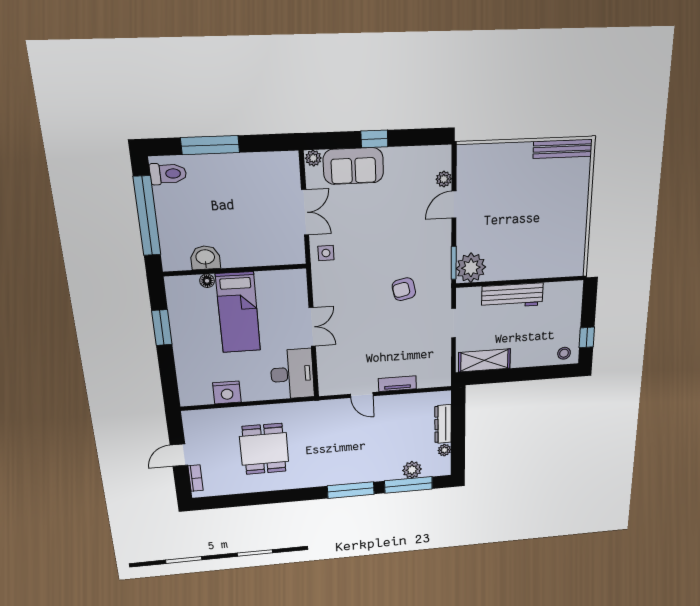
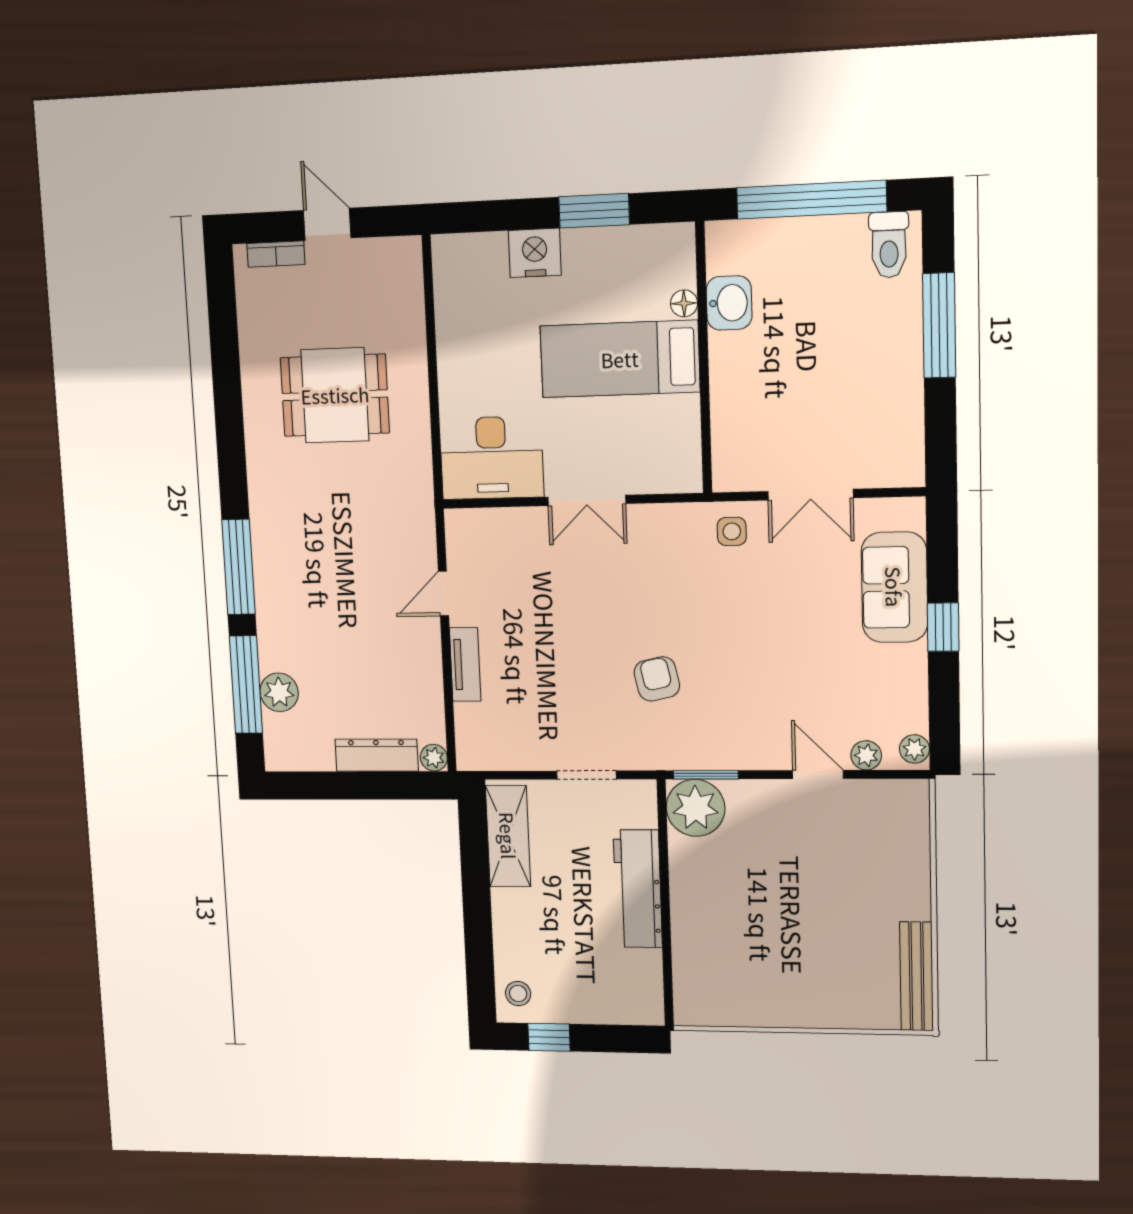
plant: (313, 158) -> (914, 749), moved
nightstand: (227, 392) -> (535, 253), moved, turned 90
plant: (444, 450) -> (434, 758), moved

